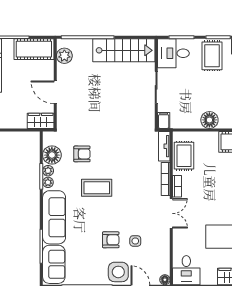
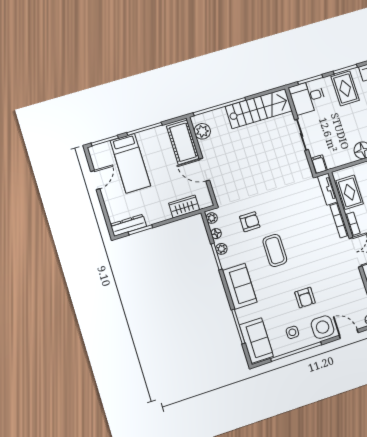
cot: (34, 49) -> (183, 142), moved, turned 90
wardrobe: (41, 121) -> (184, 207), moved
floor lamp: (52, 155) -> (216, 234), width x0.53, depth x0.53
plant: (48, 182) -> (212, 218), moved
coffee table: (97, 188) -> (275, 250), turned 90
sofa: (54, 217) -> (240, 286), width x0.73
armchair: (111, 240) -> (305, 297), turned 90
side table: (135, 241) -> (292, 332), moved

